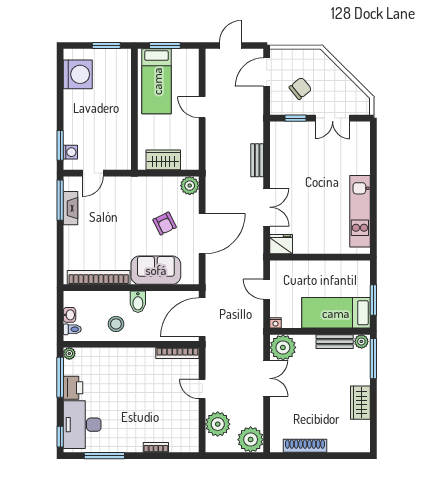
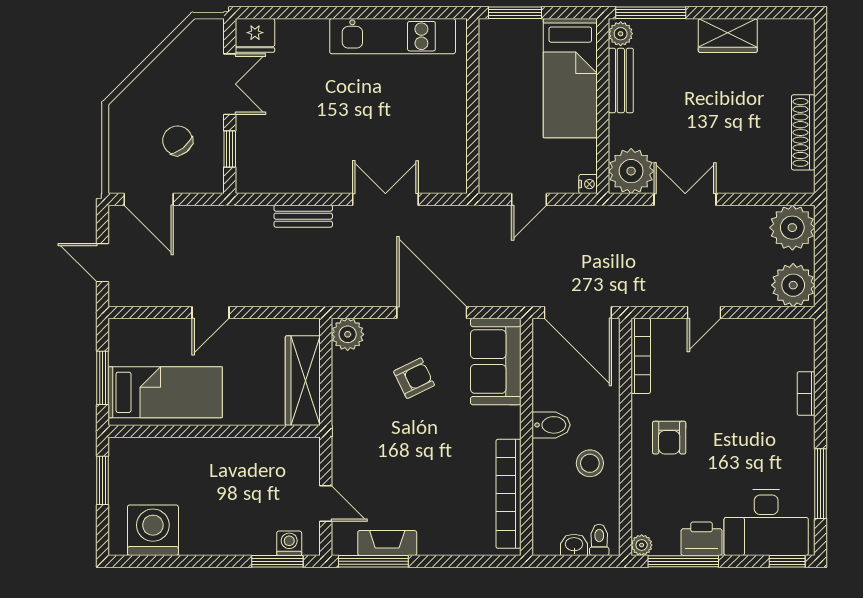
wardrobe: (163, 160) -> (303, 380), width x1.50
fridge: (281, 244) -> (255, 35), moved, turned -90
sofa: (156, 270) -> (496, 362), moved
window: (373, 300) -> (515, 13), moved
armchair: (131, 369) -> (669, 438), added
plant: (218, 424) -> (793, 285), moved

